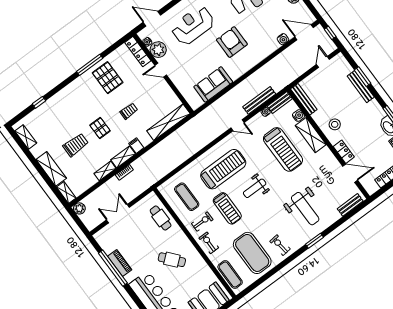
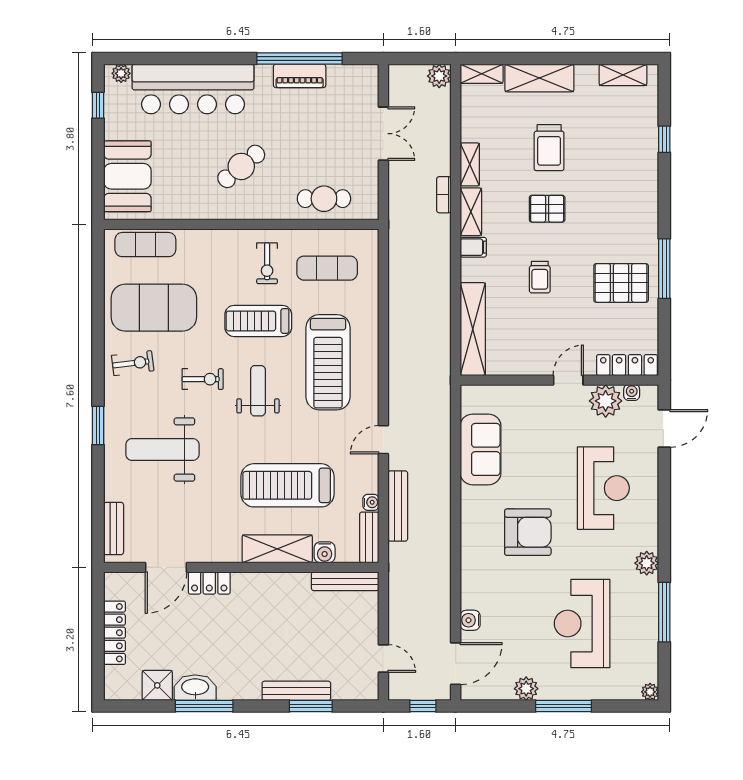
stool: (335, 124) -> (266, 602), removed
exercise bike: (209, 243) -> (203, 379), moved

